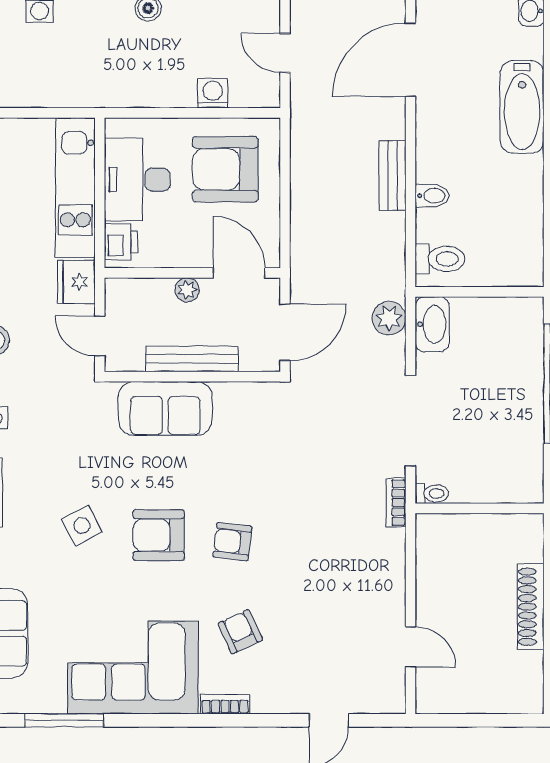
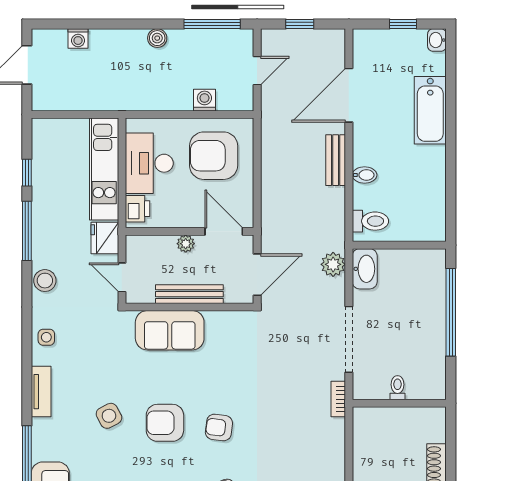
door: (285, 53) -> (257, 71), swing flipped
door: (411, 60) -> (349, 95), moved
toilet: (432, 493) -> (397, 388), moved, turned -90

